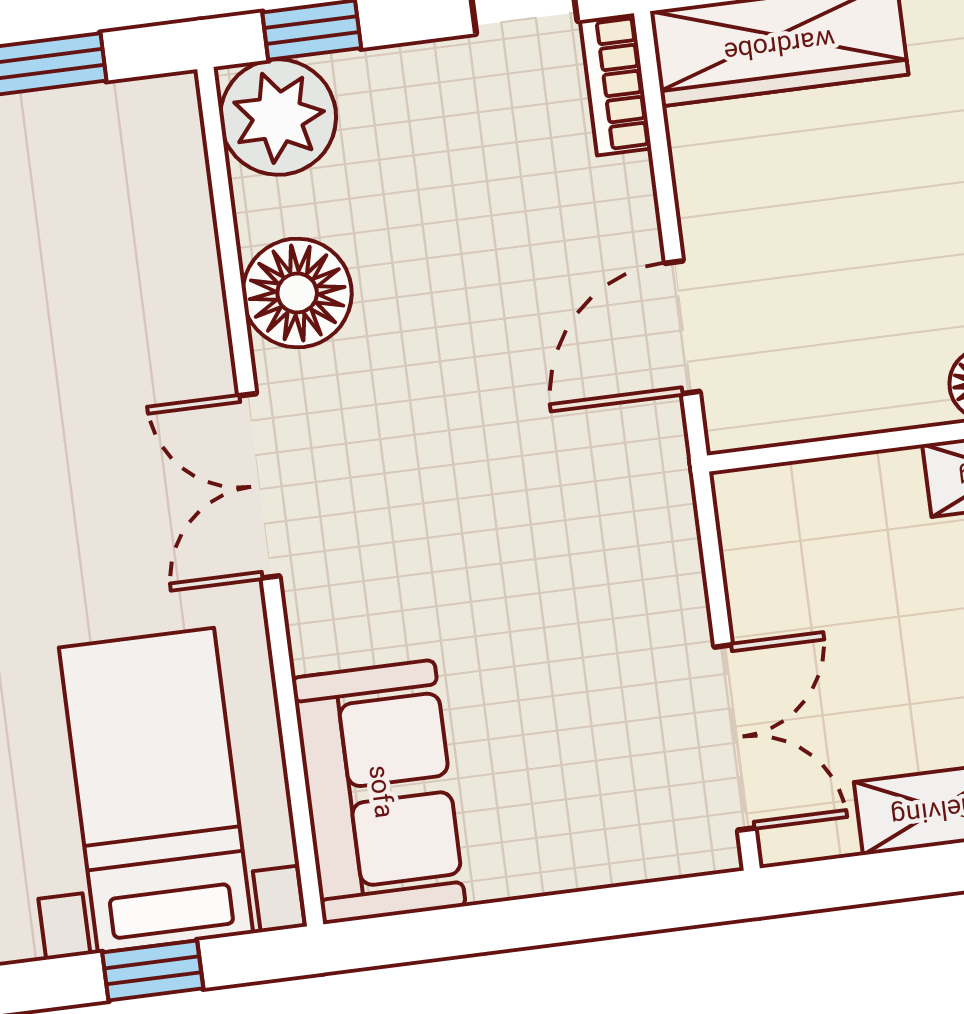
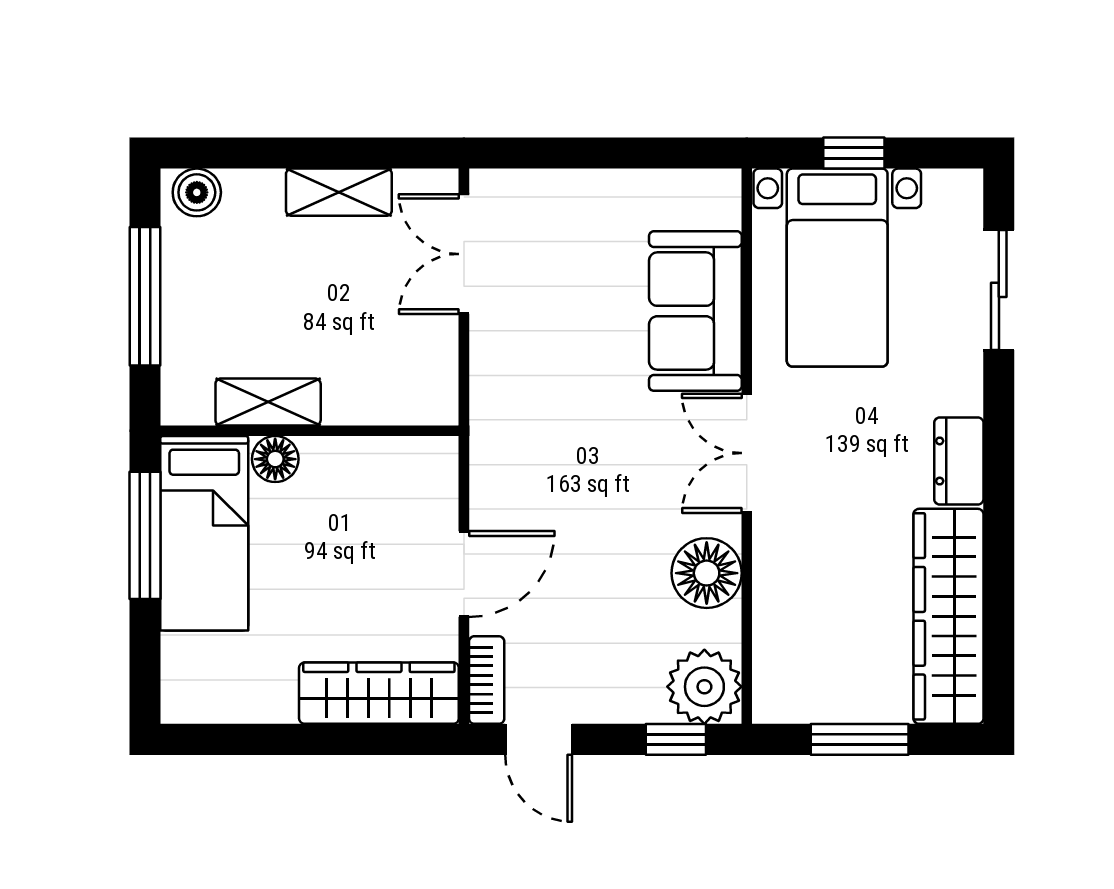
door: (682, 327) -> (464, 574), moved
double door: (259, 486) -> (747, 453), swing flipped
sofa: (379, 792) -> (695, 311), moved

